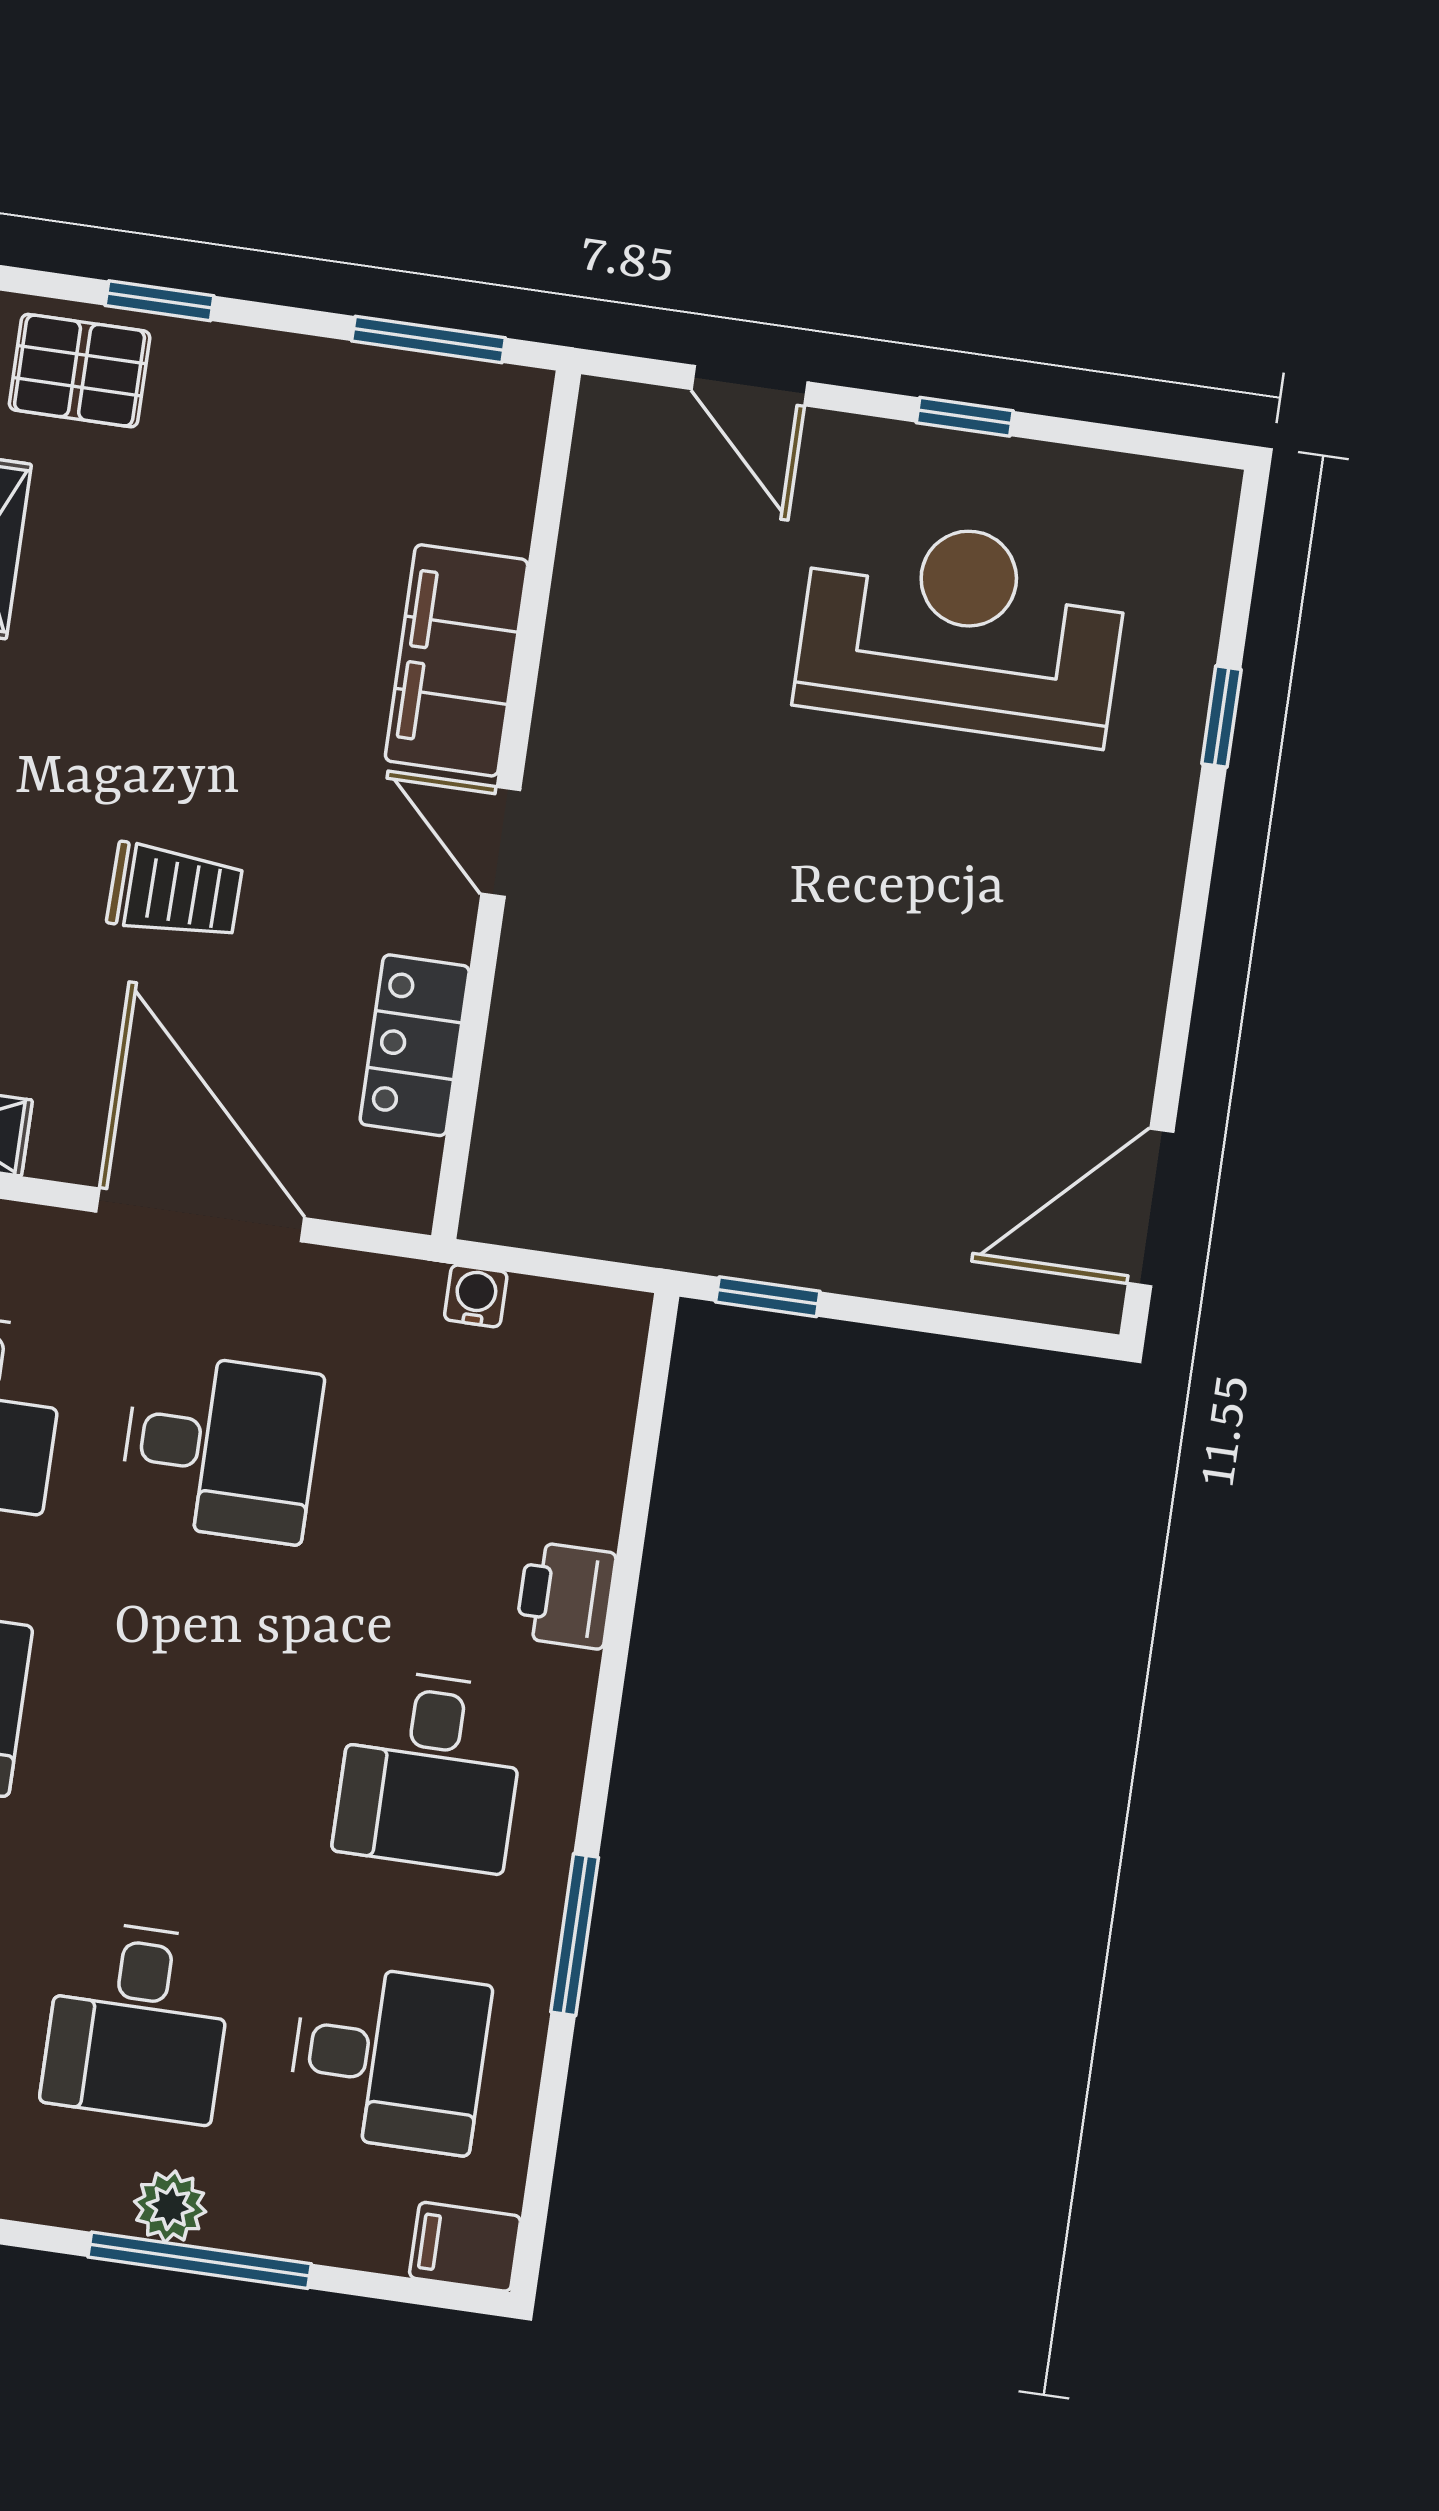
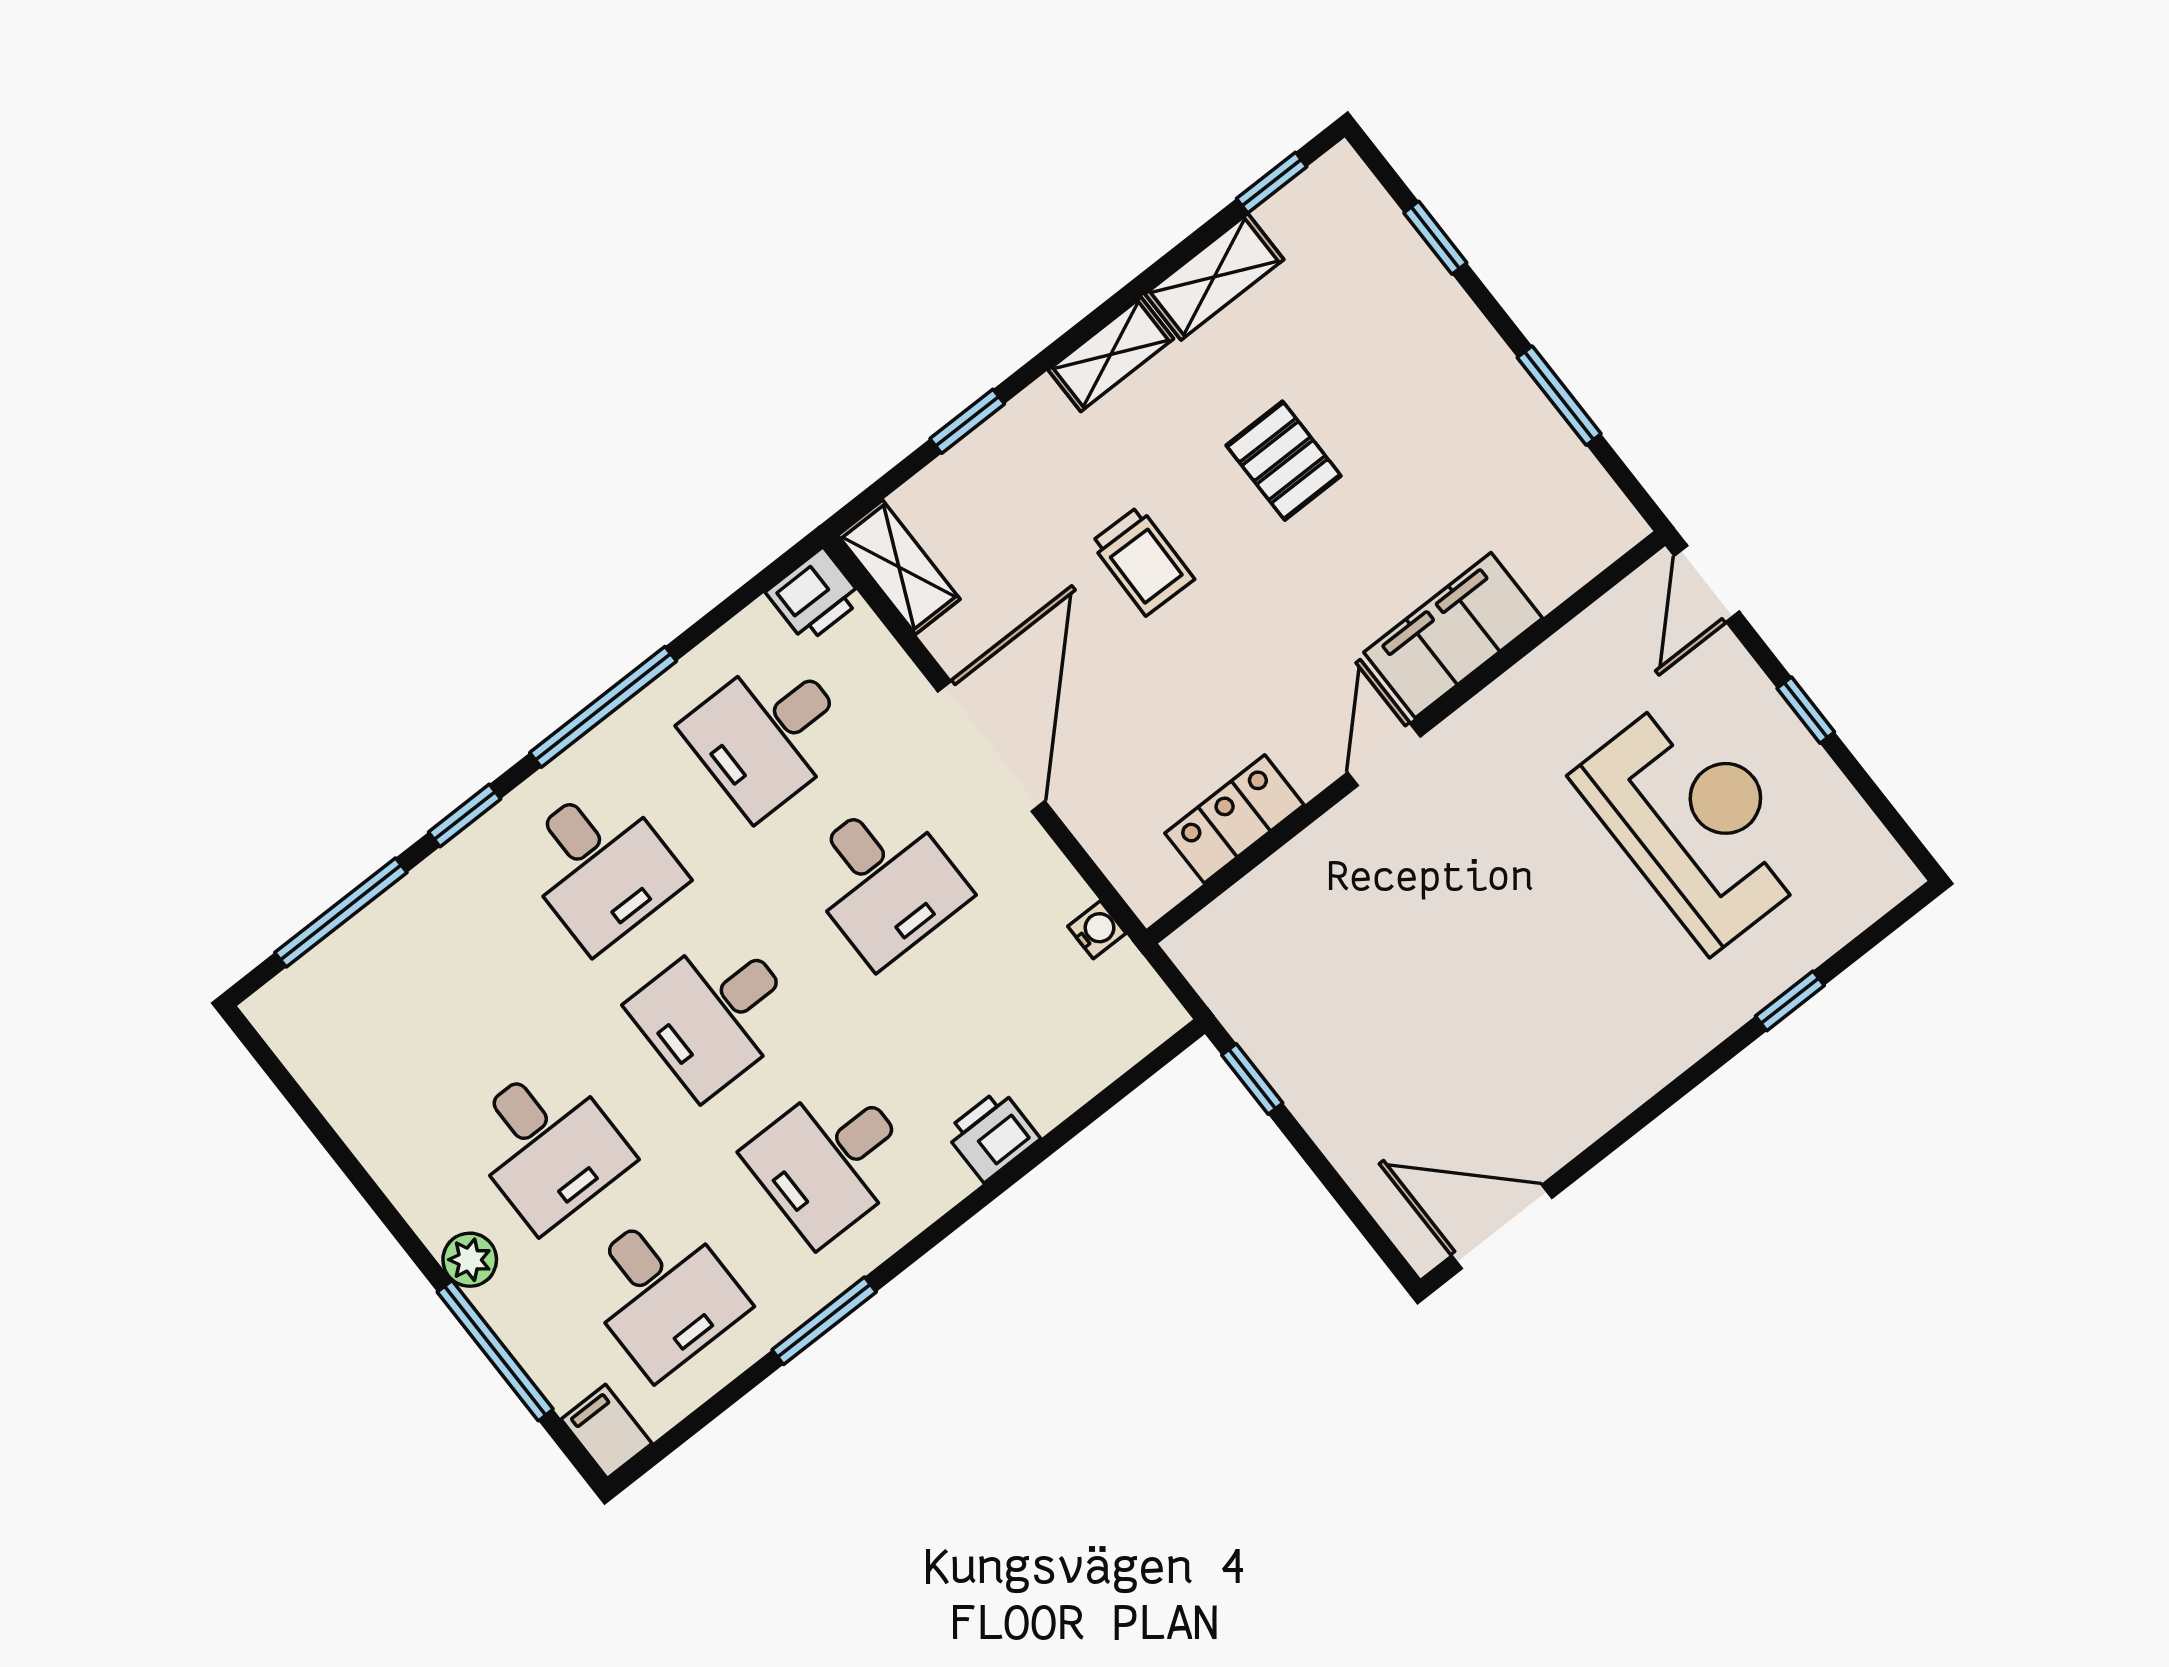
pallet: (80, 371) -> (1284, 461), moved
filing cabinet: (457, 660) -> (1453, 635), moved
wall: (506, 805) -> (1406, 737), moved
door: (501, 842) -> (1384, 755), moved
locker: (415, 1045) -> (1234, 819), moved
desk: (179, 1735) -> (715, 1013), added
desk: (138, 2022) -> (547, 1145), turned -90
window: (200, 2260) -> (495, 1351), moved

